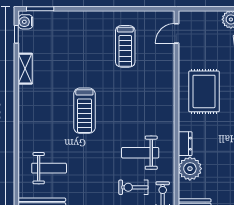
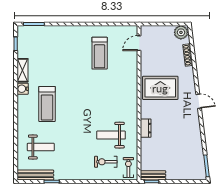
water cooler: (25, 22) -> (23, 89), moved
rug: (204, 91) -> (160, 88), turned 90
treadmill: (84, 111) -> (47, 104), moved
plant: (190, 169) -> (149, 147), removed

